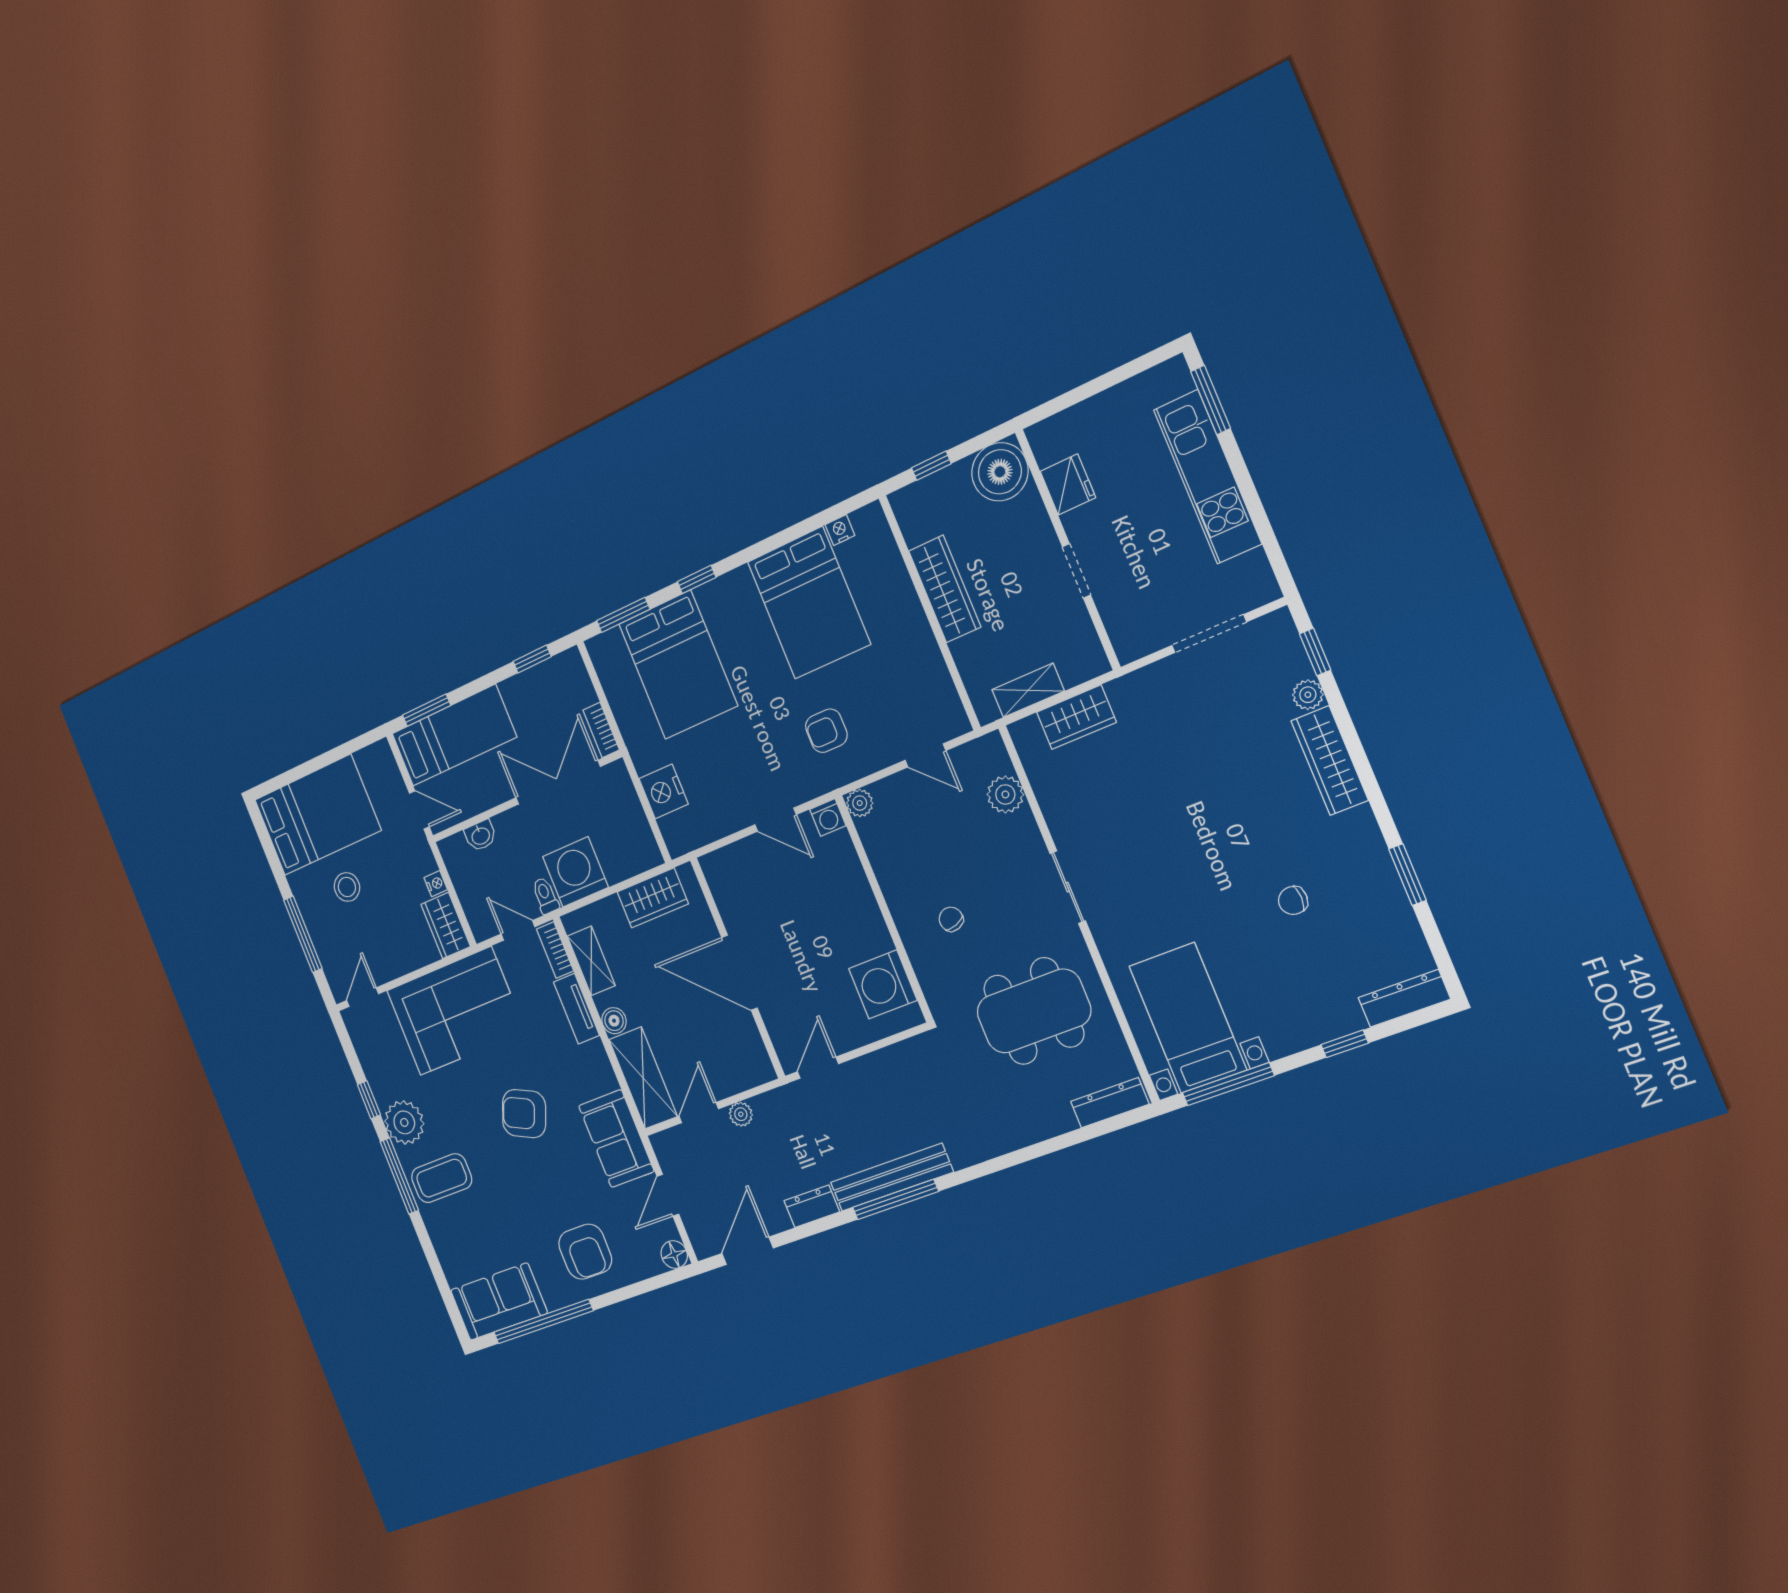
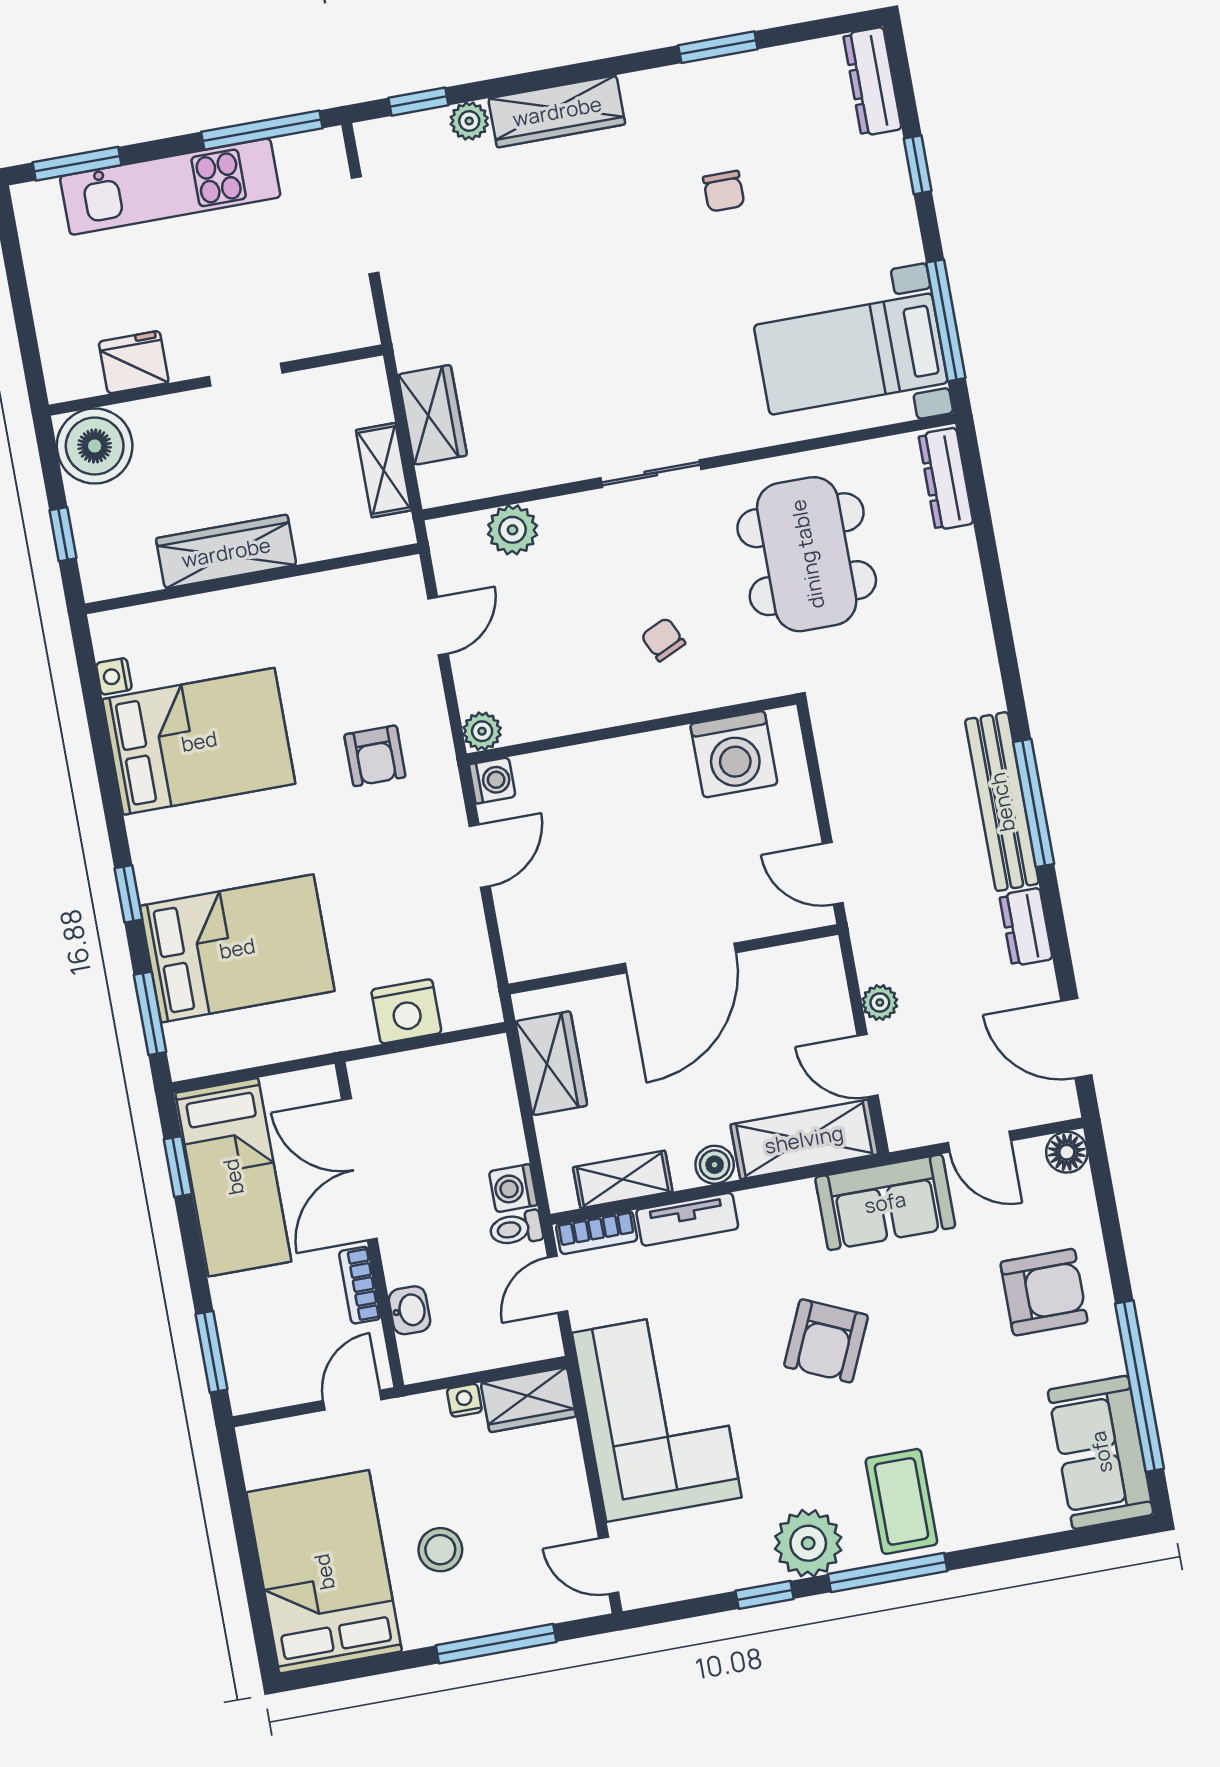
window: (1267, 536) -> (262, 130), added
bookcase: (601, 730) -> (360, 1285), moved, turned 90
bed: (454, 735) -> (233, 1177), moved, turned 180
washing machine: (575, 872) -> (513, 1188), width x0.53, depth x0.53
chair: (951, 919) -> (663, 639), turned 84

